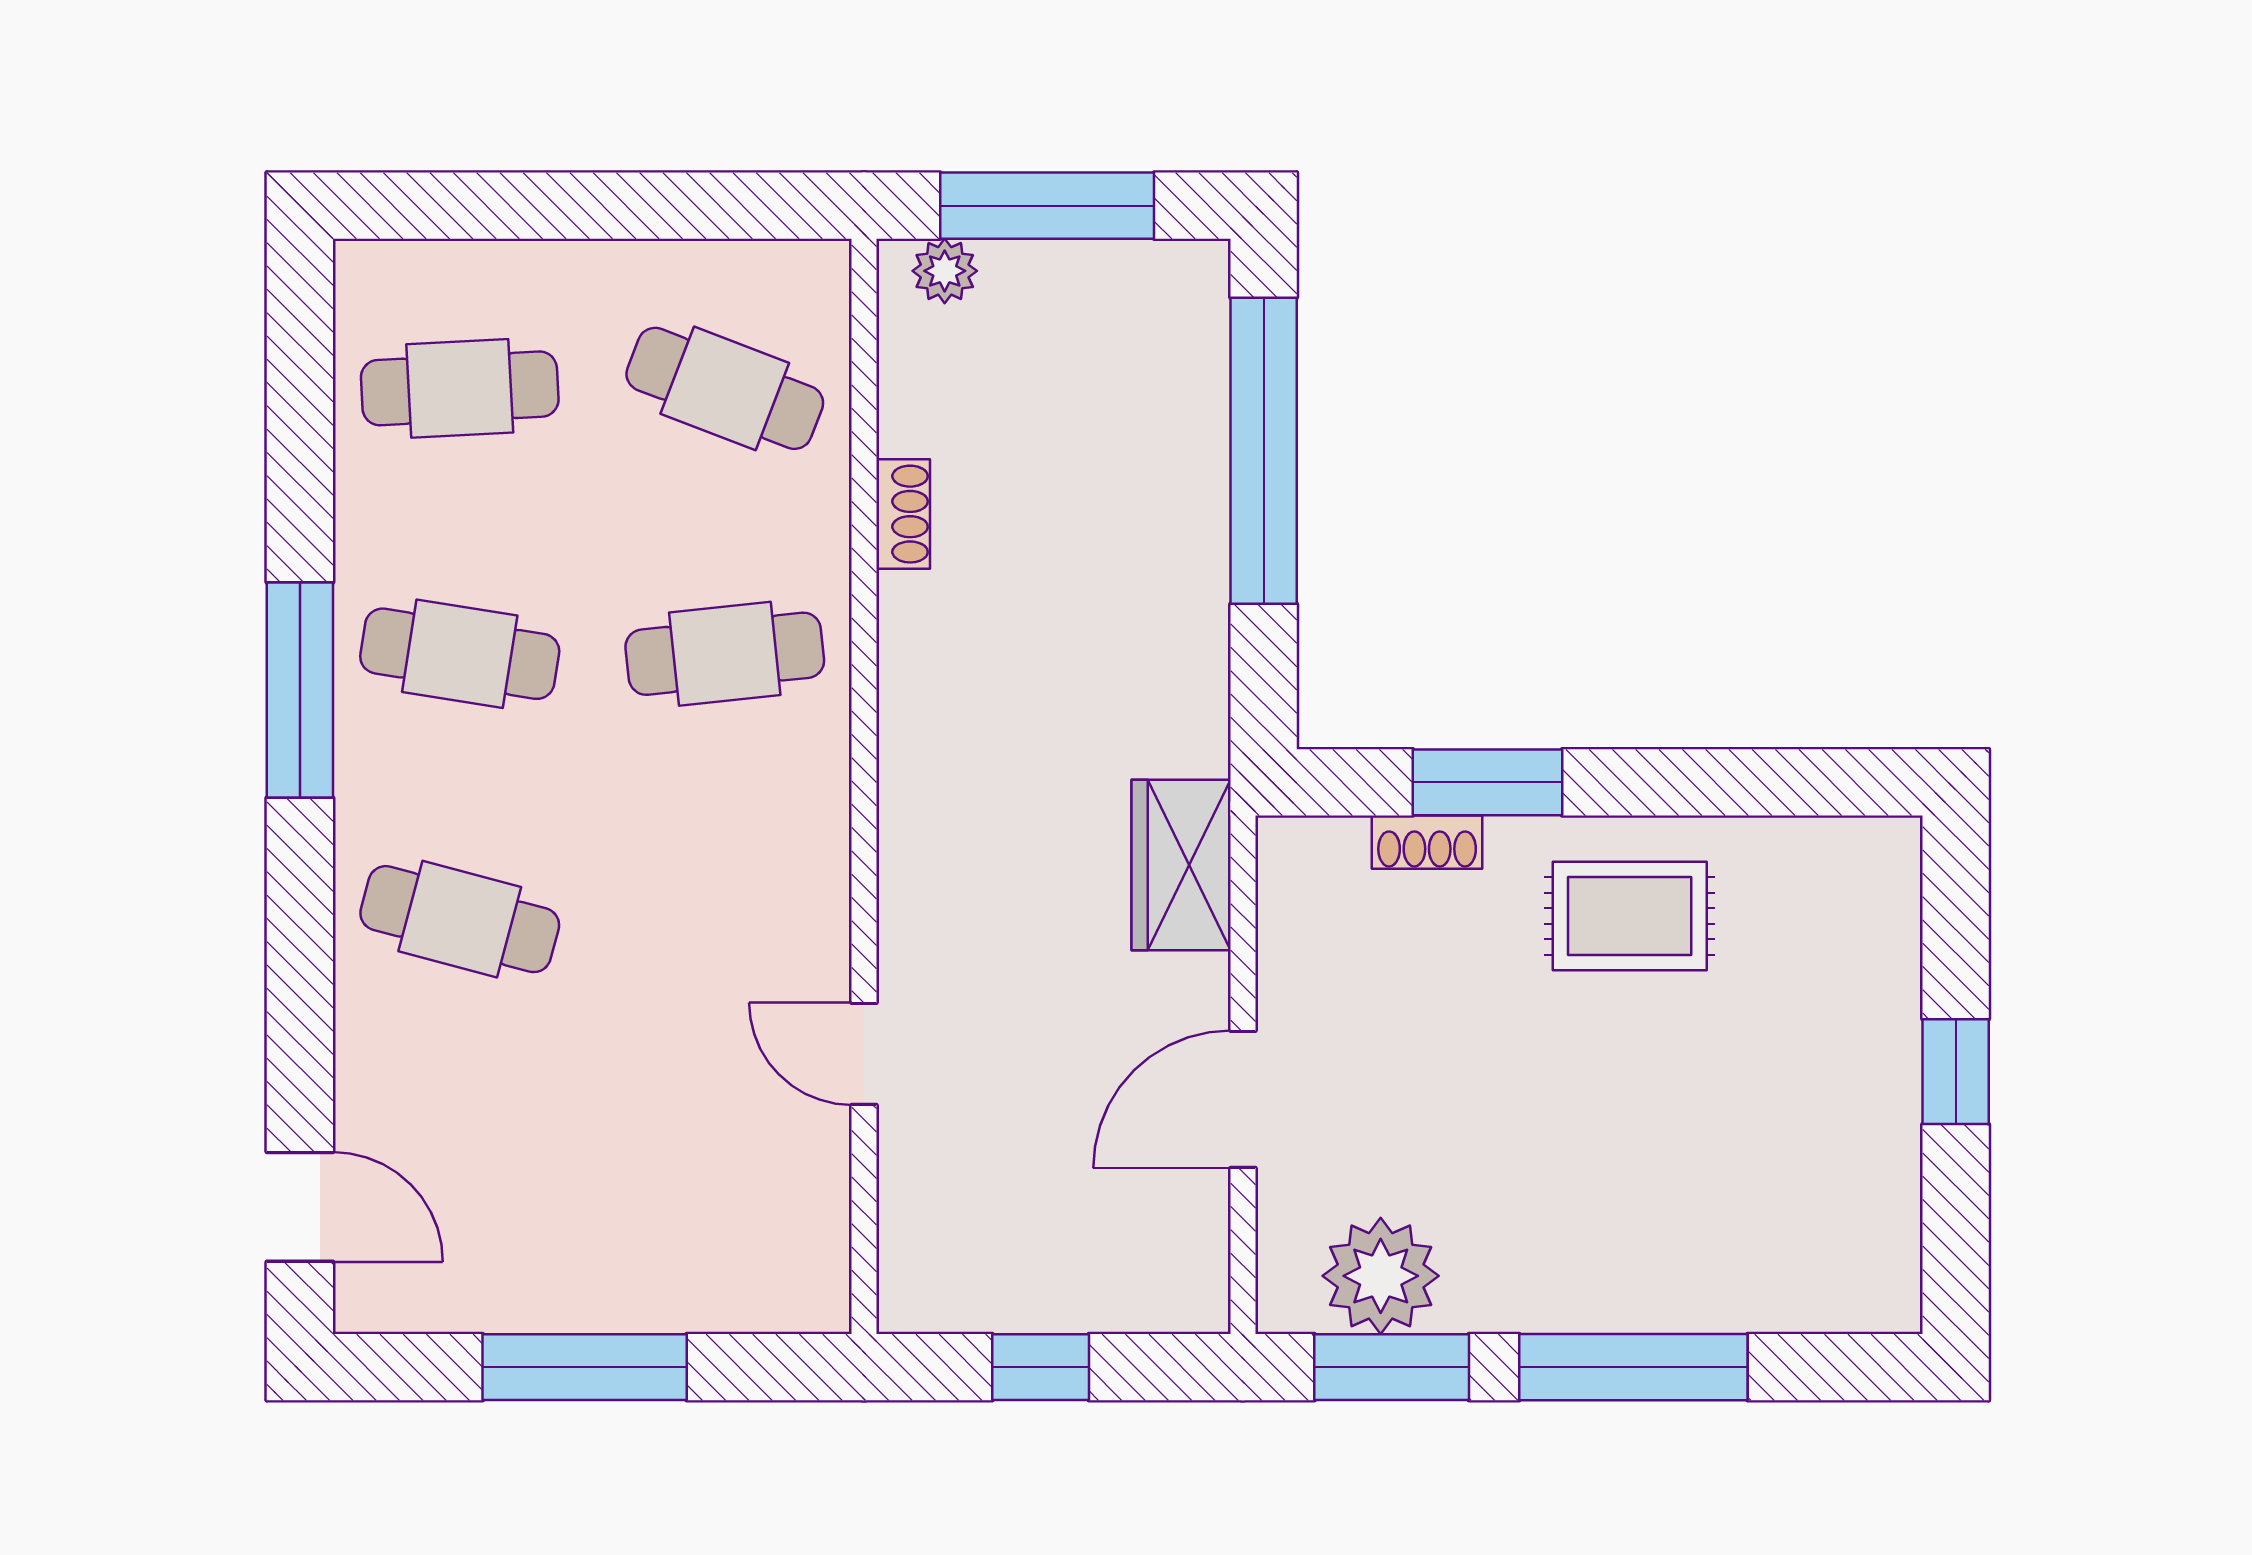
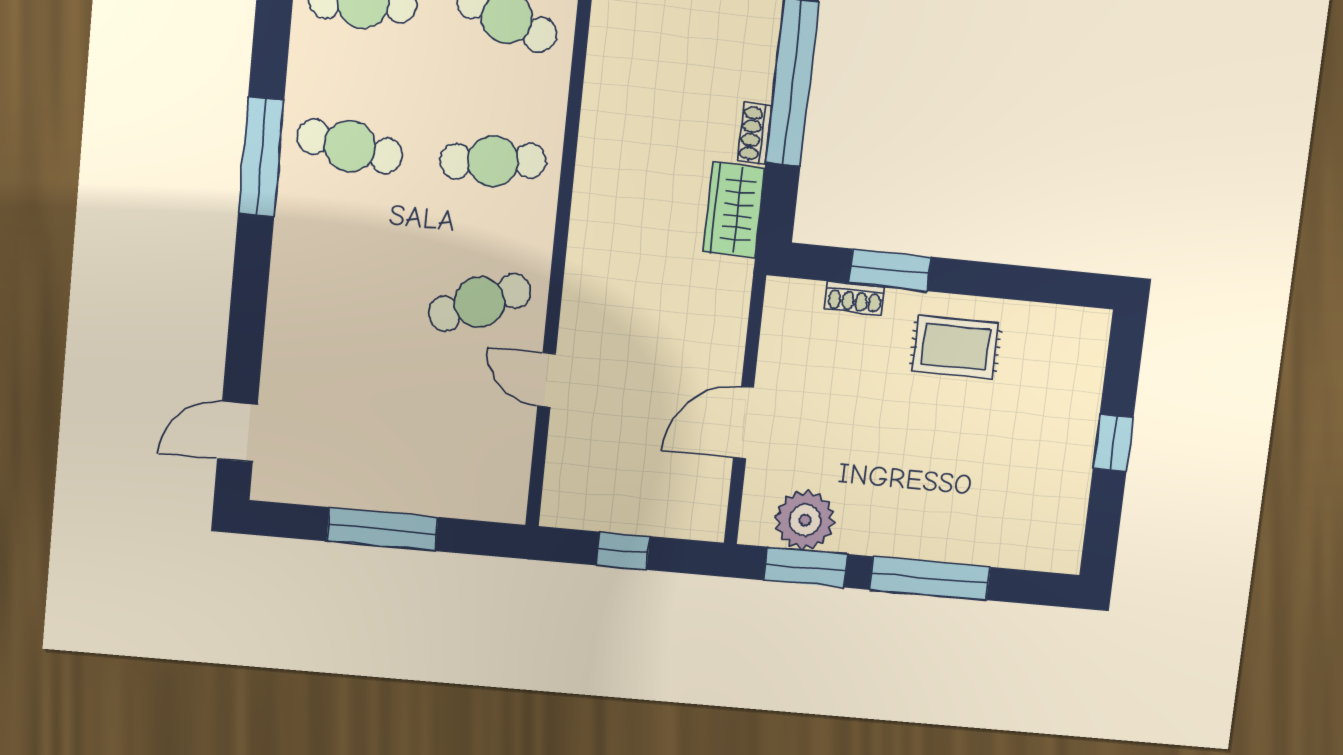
shoe rack: (903, 514) -> (754, 133), moved, turned 180
wardrobe: (1181, 865) -> (734, 210), moved
cafe table: (460, 919) -> (479, 302), moved, turned -39
door: (300, 1207) -> (237, 432), swing flipped

